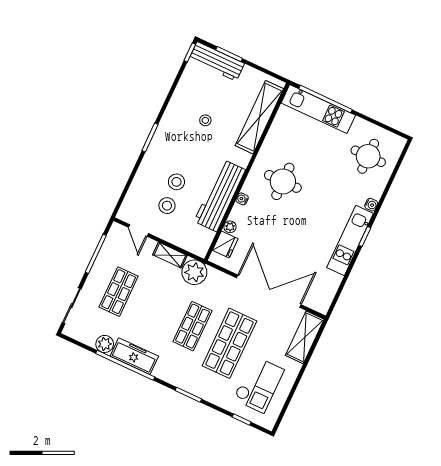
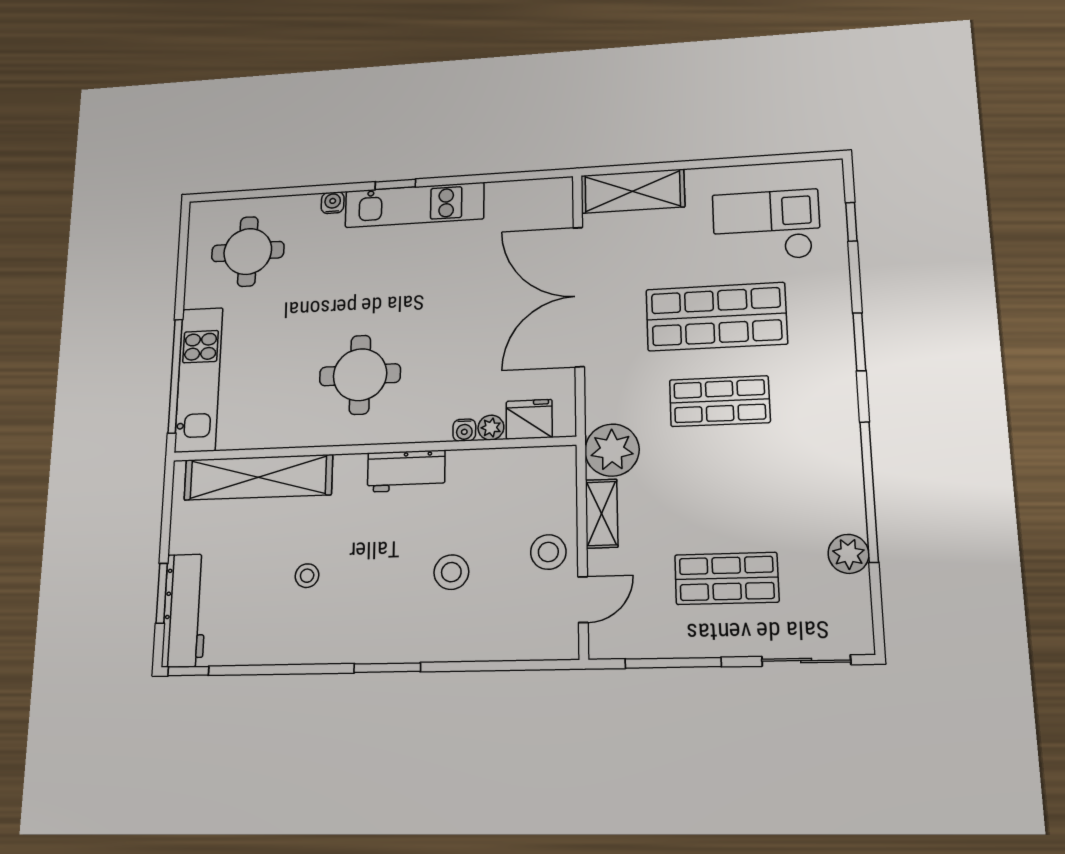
workbench: (220, 196) -> (406, 471), width x0.53, depth x0.76
water cooler: (242, 199) -> (464, 430), moved
stool: (167, 206) -> (548, 552), moved
freezer: (134, 356) -> (841, 483), removed

